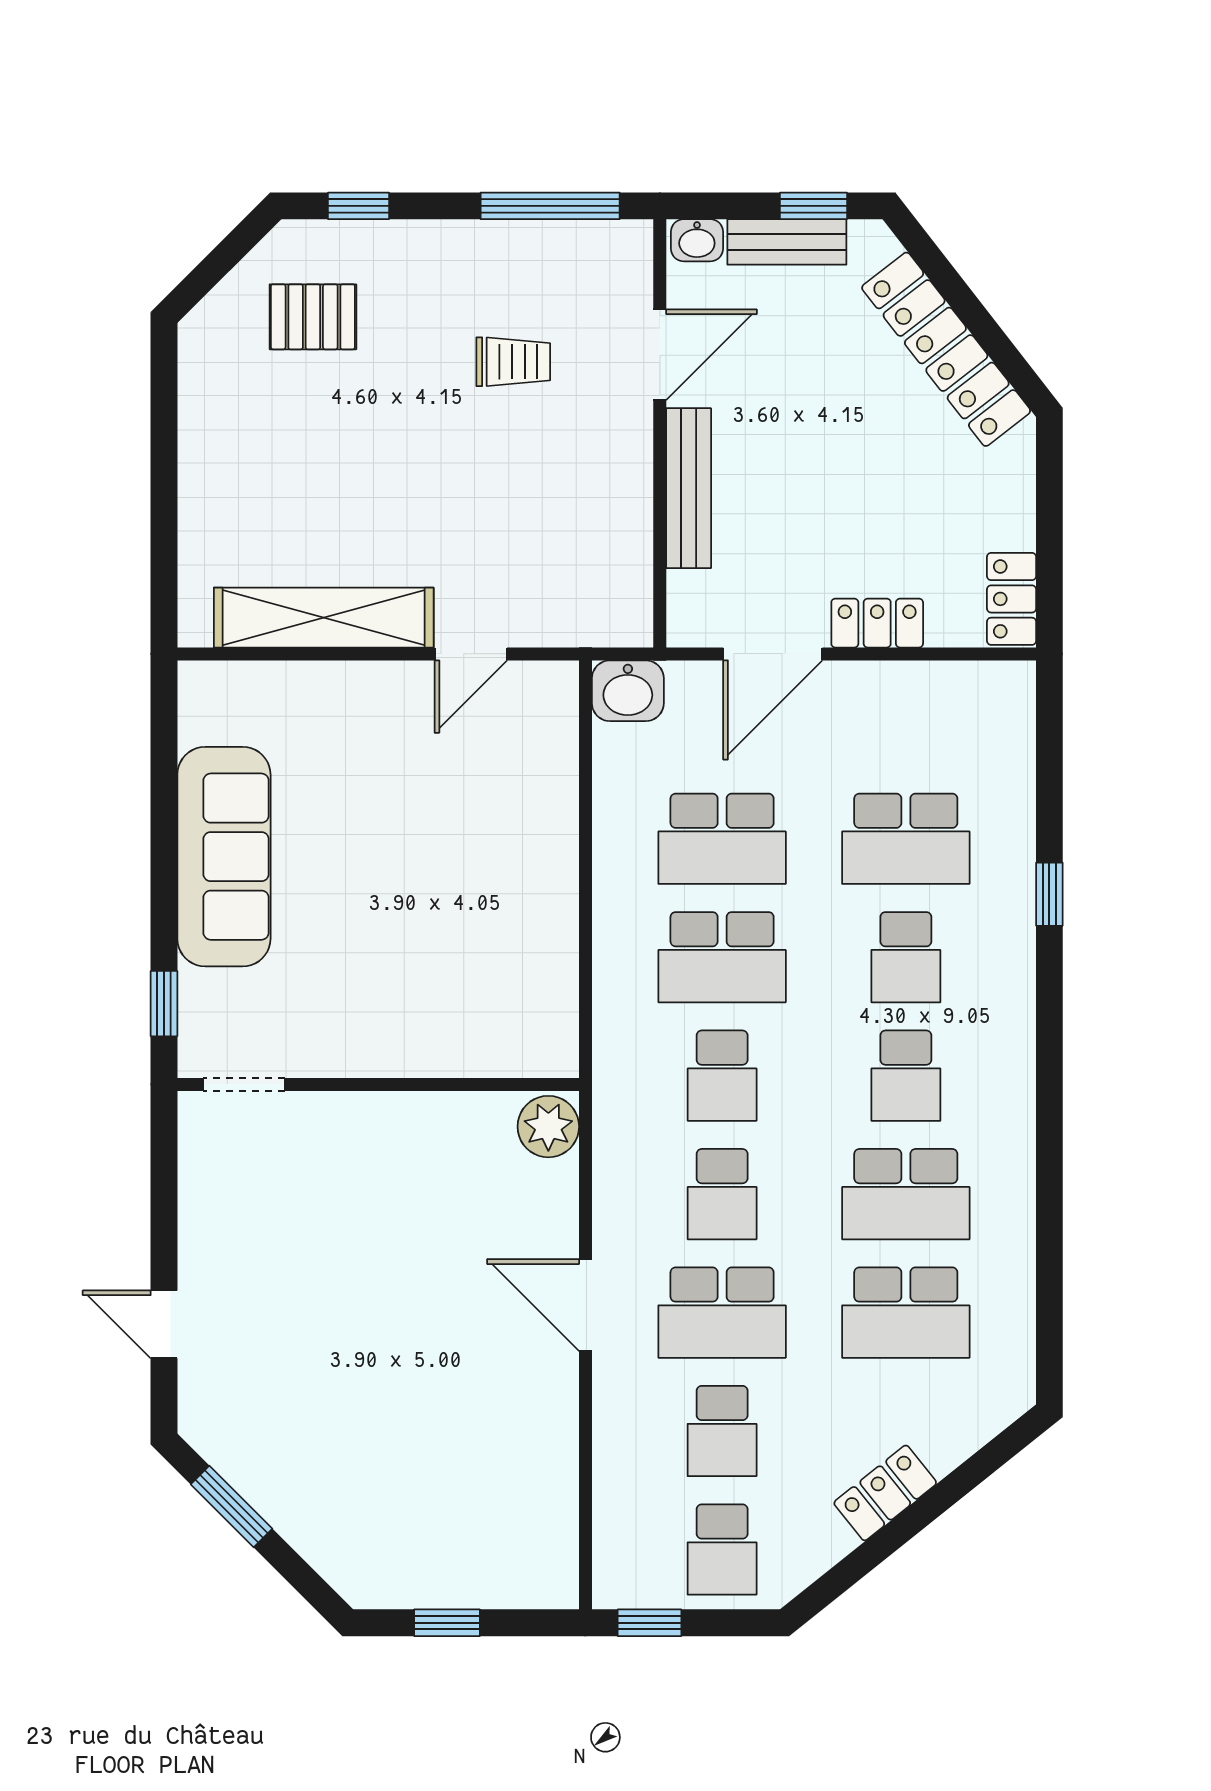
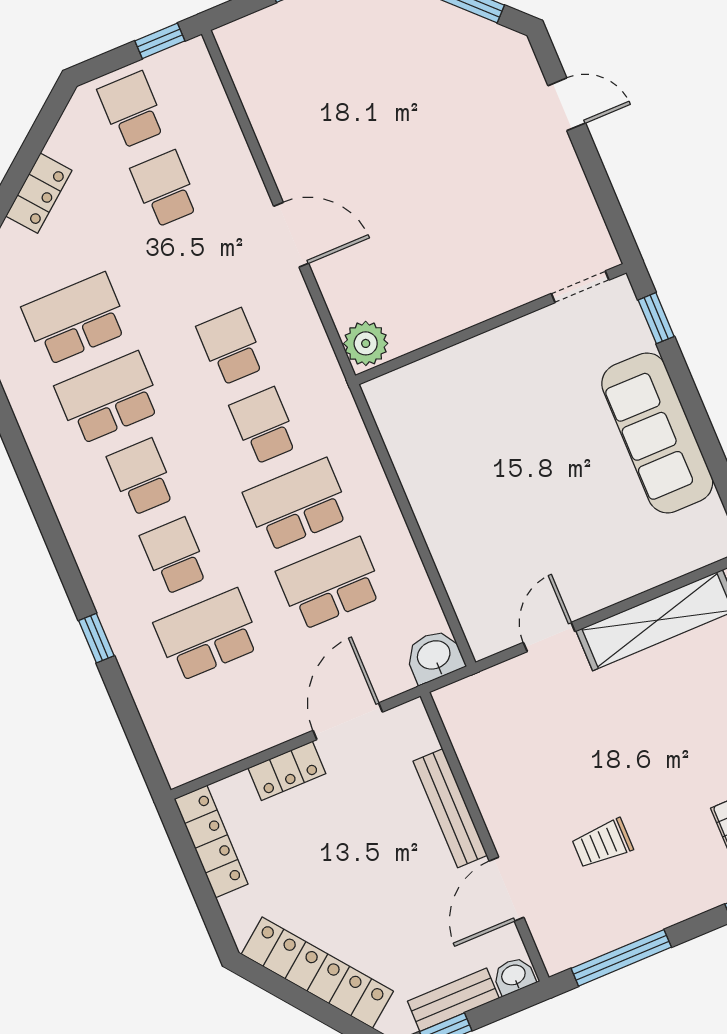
locker: (1012, 599) -> (211, 841), width x1.53
school desk: (722, 1313) -> (198, 268), removed

